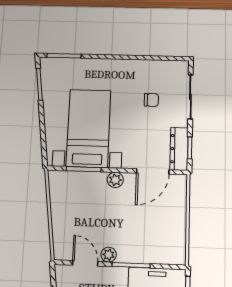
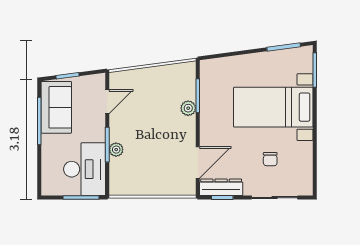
bed with nightstands: (89, 128) -> (273, 107), moved, turned 180
door: (153, 171) -> (198, 162), swing flipped
plant: (115, 180) -> (188, 108), moved
plant: (109, 255) -> (116, 150), moved

